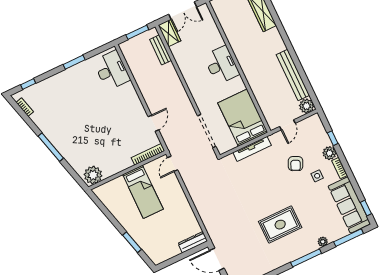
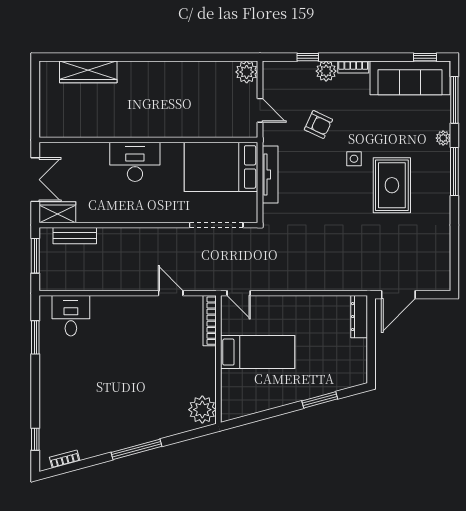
window: (74, 62) -> (35, 337), moved
desk: (112, 70) -> (71, 316), width x0.73
bench: (293, 75) -> (195, 71), removed
side table: (317, 176) -> (354, 159), moved

